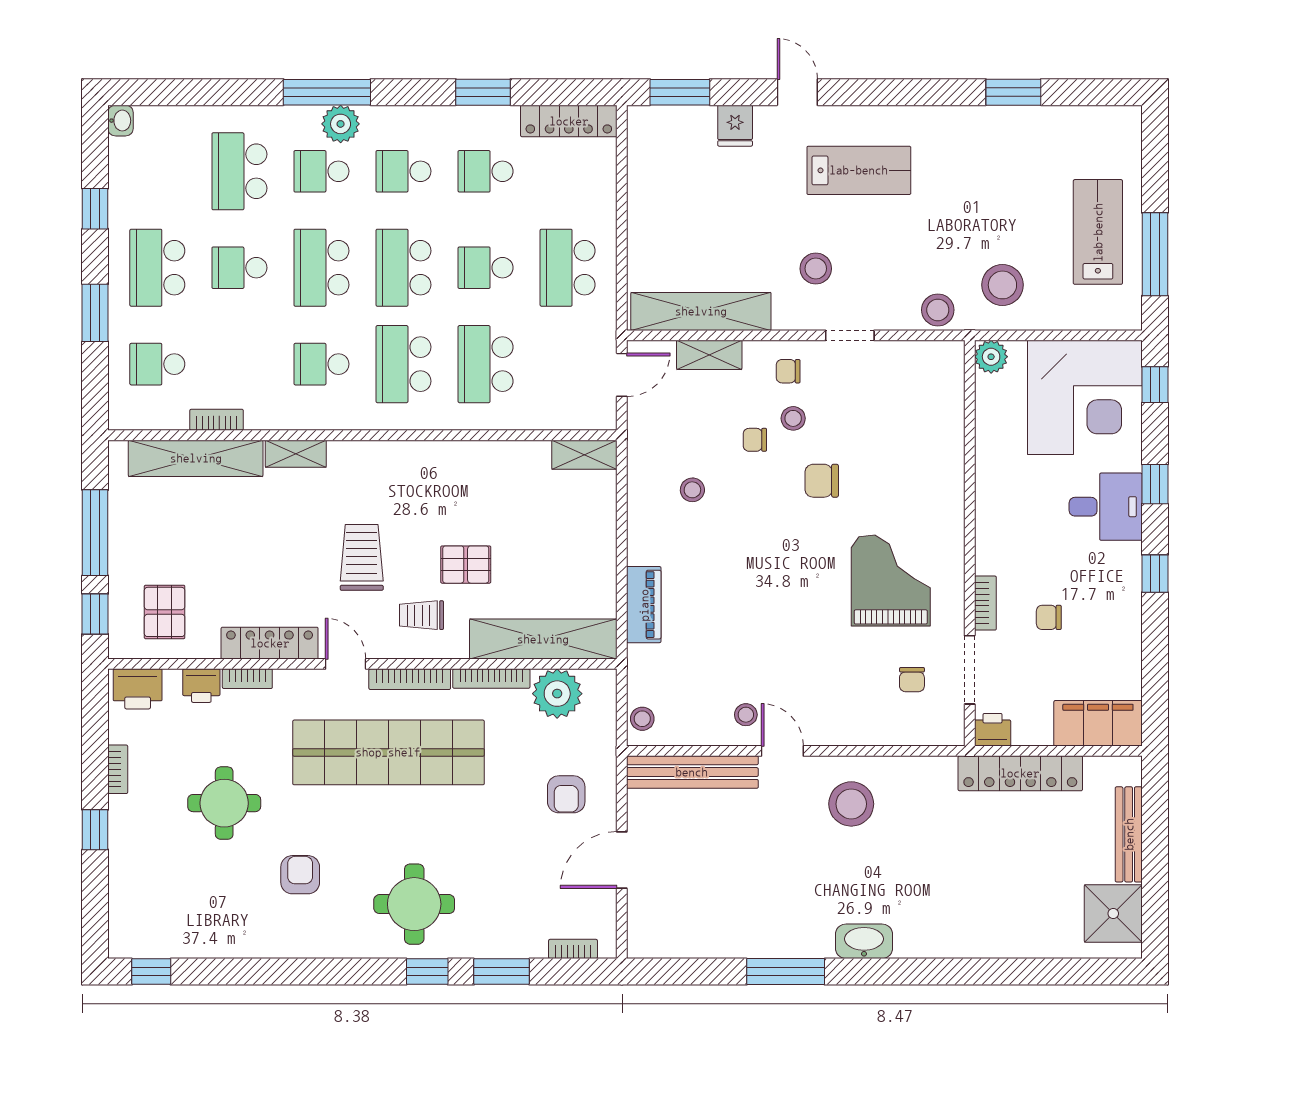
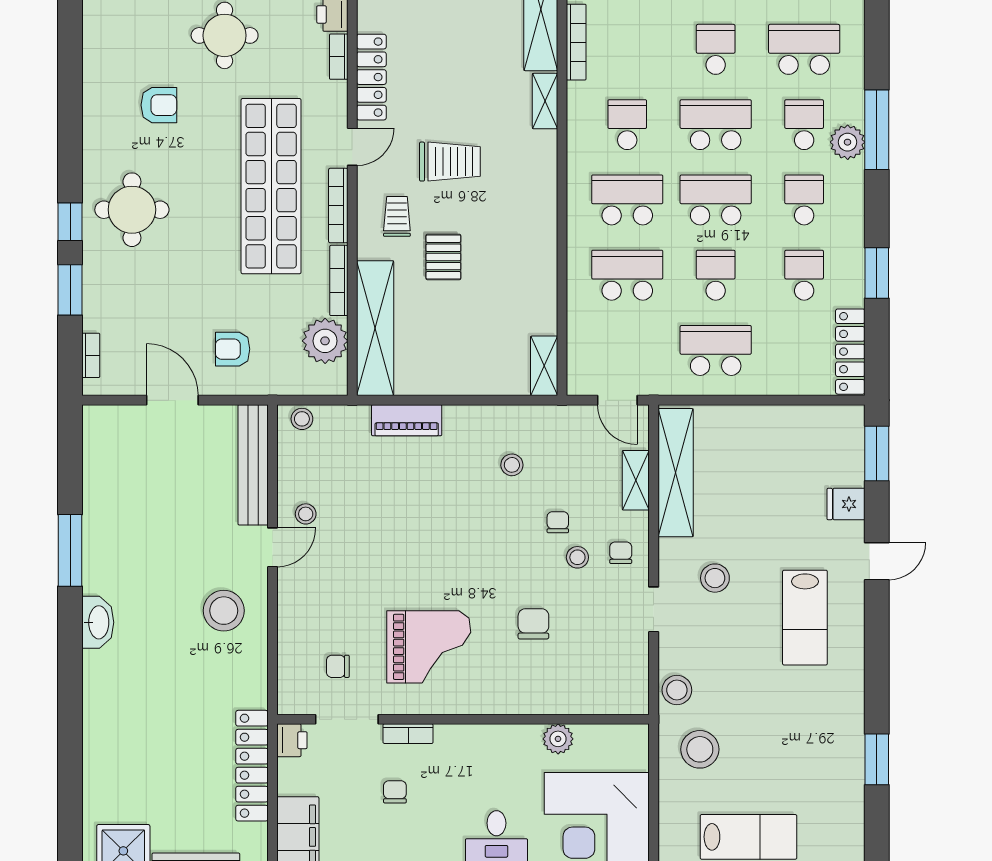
plant: (991, 357) -> (558, 739), moved
bookcase: (217, 420) -> (576, 42), width x1.56
chair: (822, 481) -> (533, 624), moved

